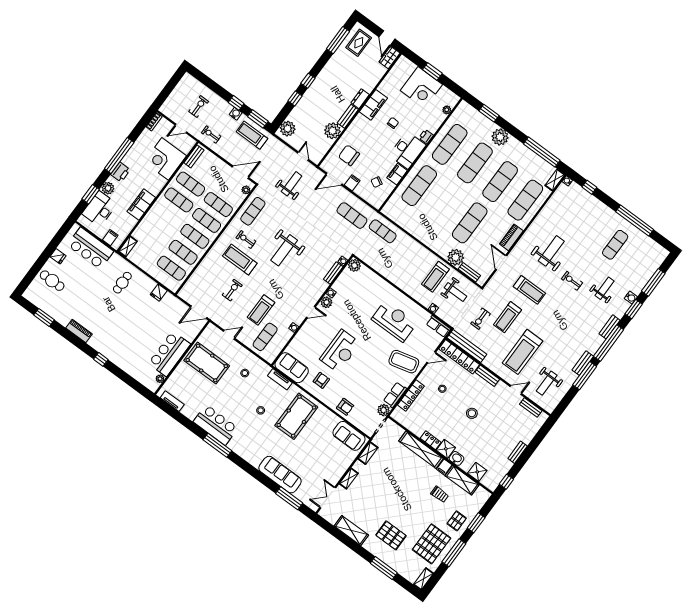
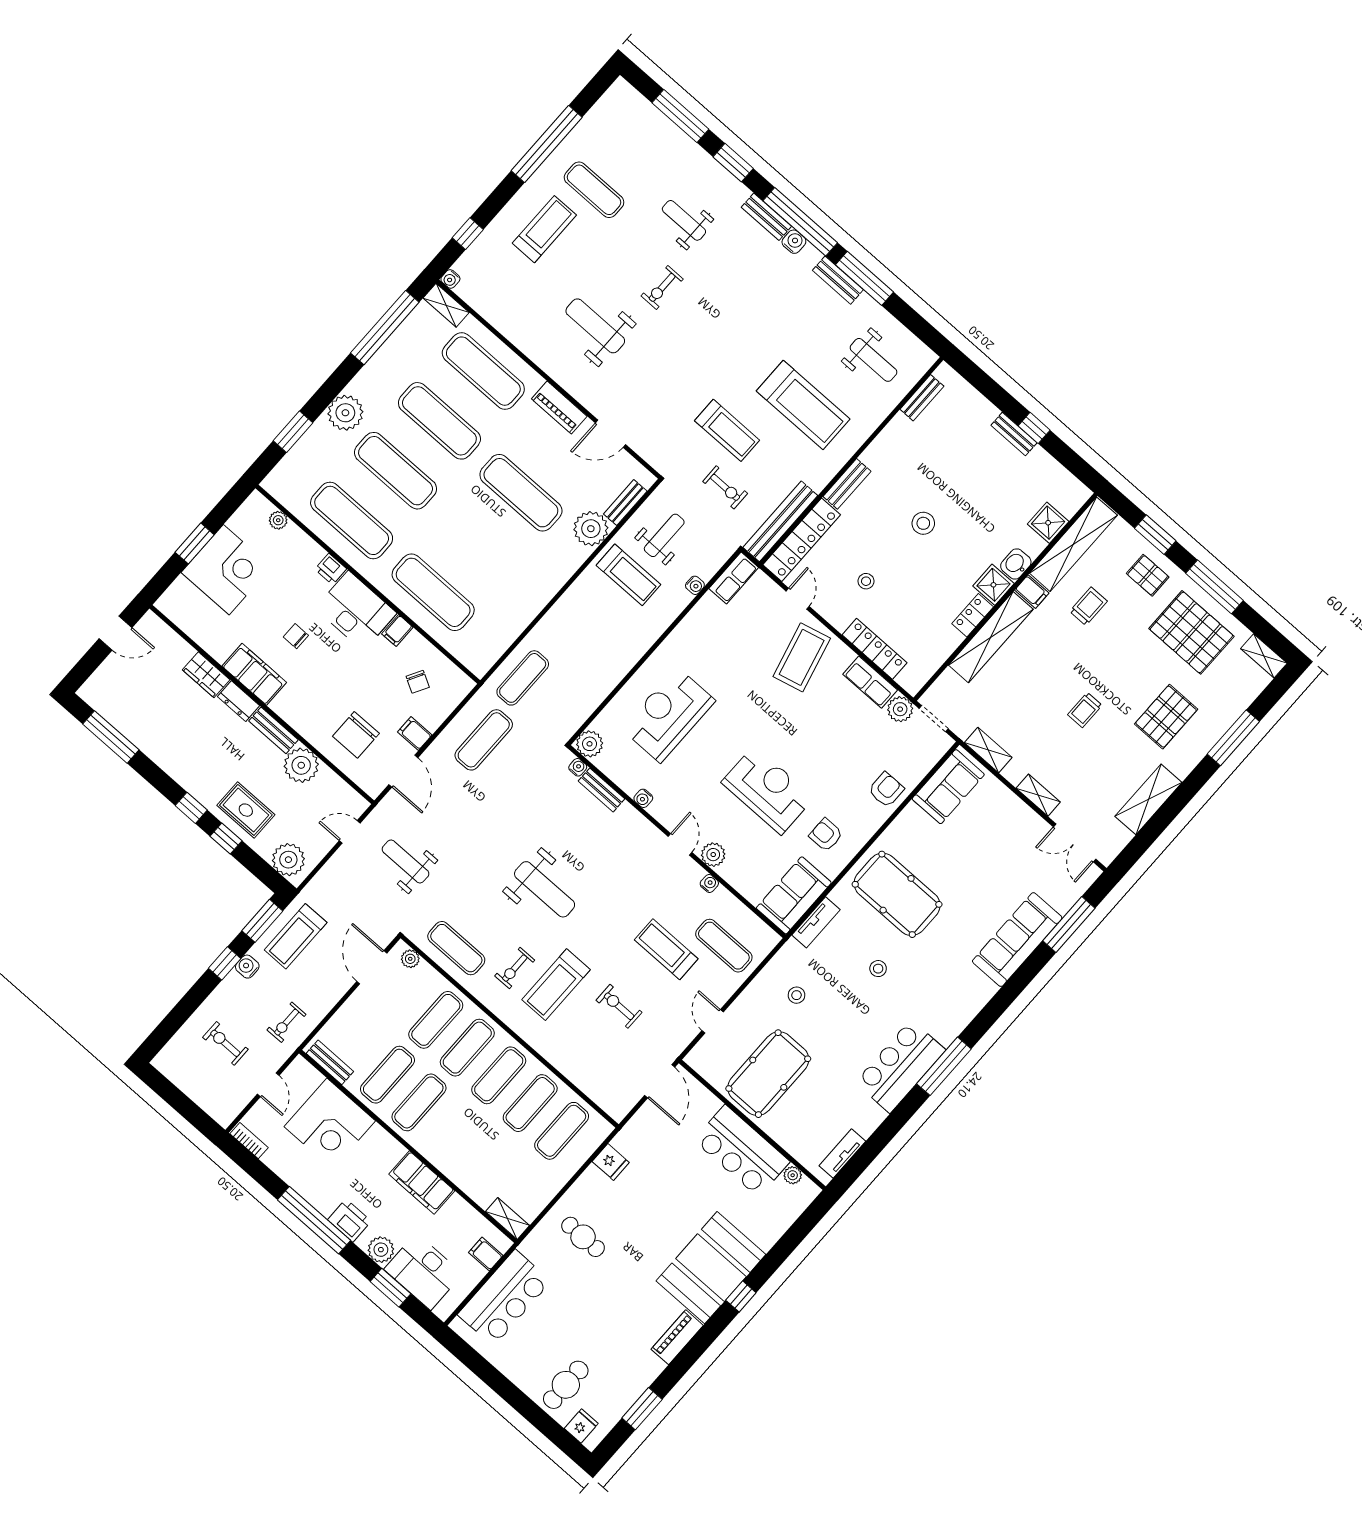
rug: (359, 43) -> (246, 810), moved
wardrobe: (389, 57) -> (206, 675), moved
filing cabinet: (397, 174) -> (397, 631), width x0.50
fridge: (58, 256) -> (581, 1426), moved
treadmill: (529, 290) -> (544, 229), moved
water cooler: (631, 298) -> (794, 242), moved
plant: (326, 302) -> (713, 855), moved
treadmill: (261, 310) -> (666, 949), turned 180
reception desk: (394, 321) -> (668, 715), moved
booth: (113, 344) -> (711, 1268), added
door: (516, 390) -> (882, 426), removed
shelving: (462, 480) -> (1073, 544), width x1.47
window: (506, 482) -> (1034, 428), moved
trolley: (391, 497) -> (1085, 710), added

